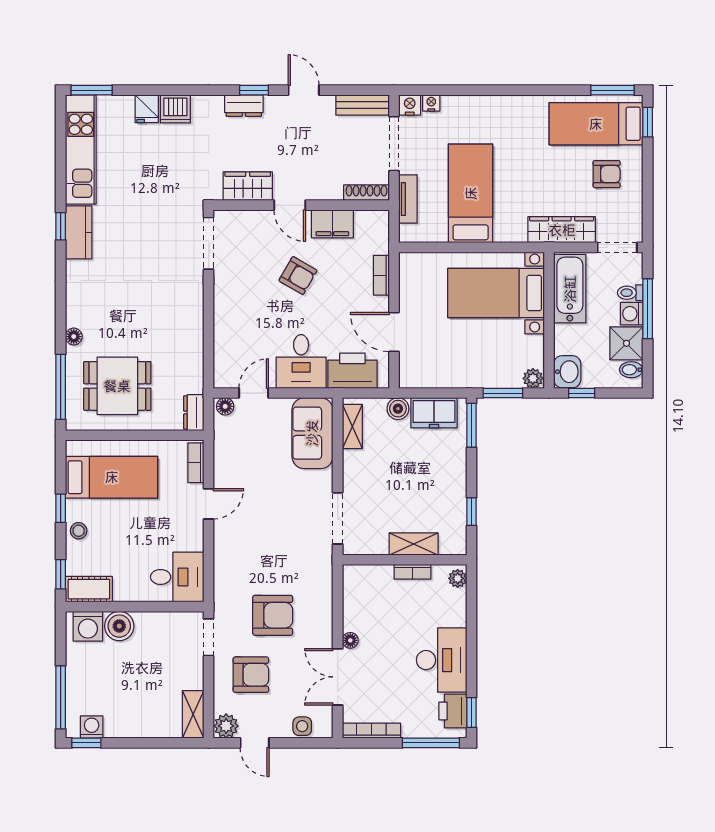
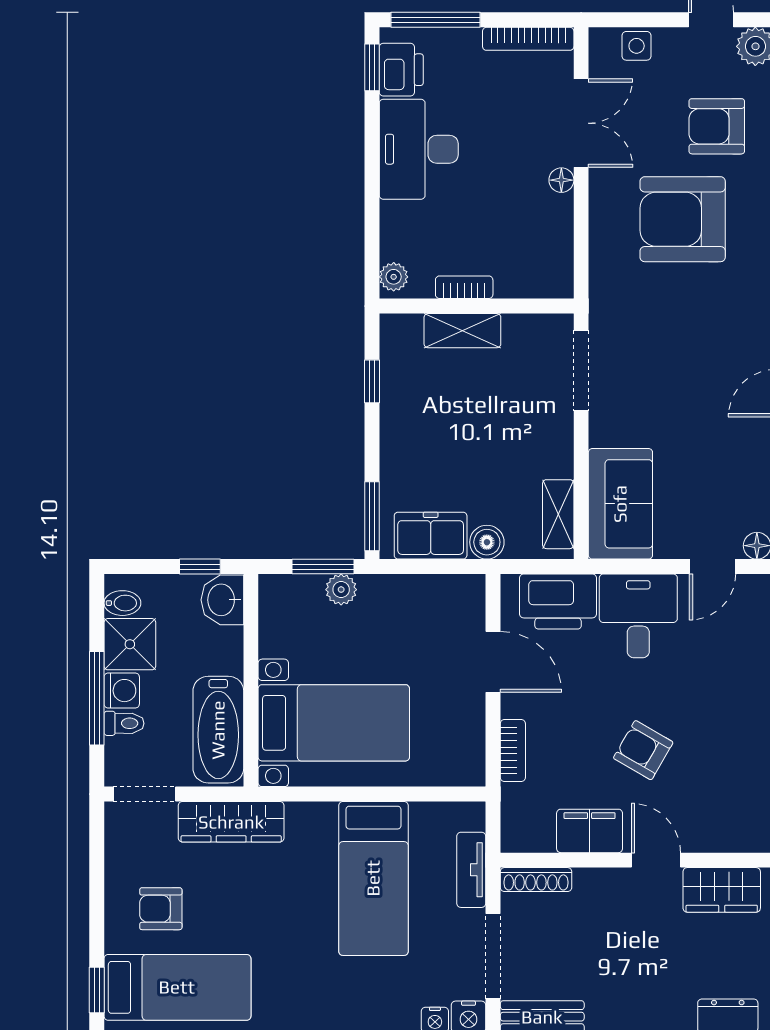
plant: (533, 378) -> (341, 590), moved
armchair: (273, 615) -> (683, 219), width x1.36, depth x1.36

